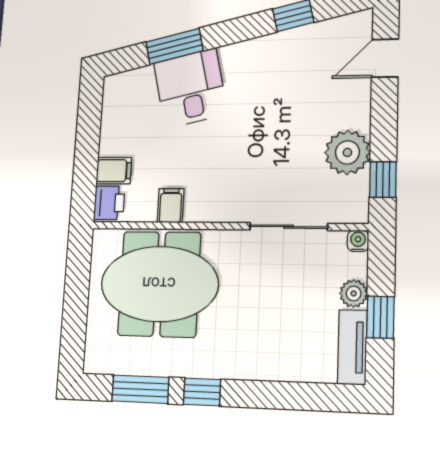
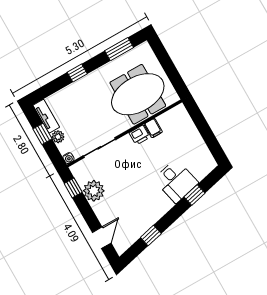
window: (174, 46) -> (194, 195), width x0.67
filing cabinet: (114, 171) -> (187, 128), removed
printer: (109, 203) -> (139, 135), moved, turned -90
window: (202, 392) -> (77, 73), moved

